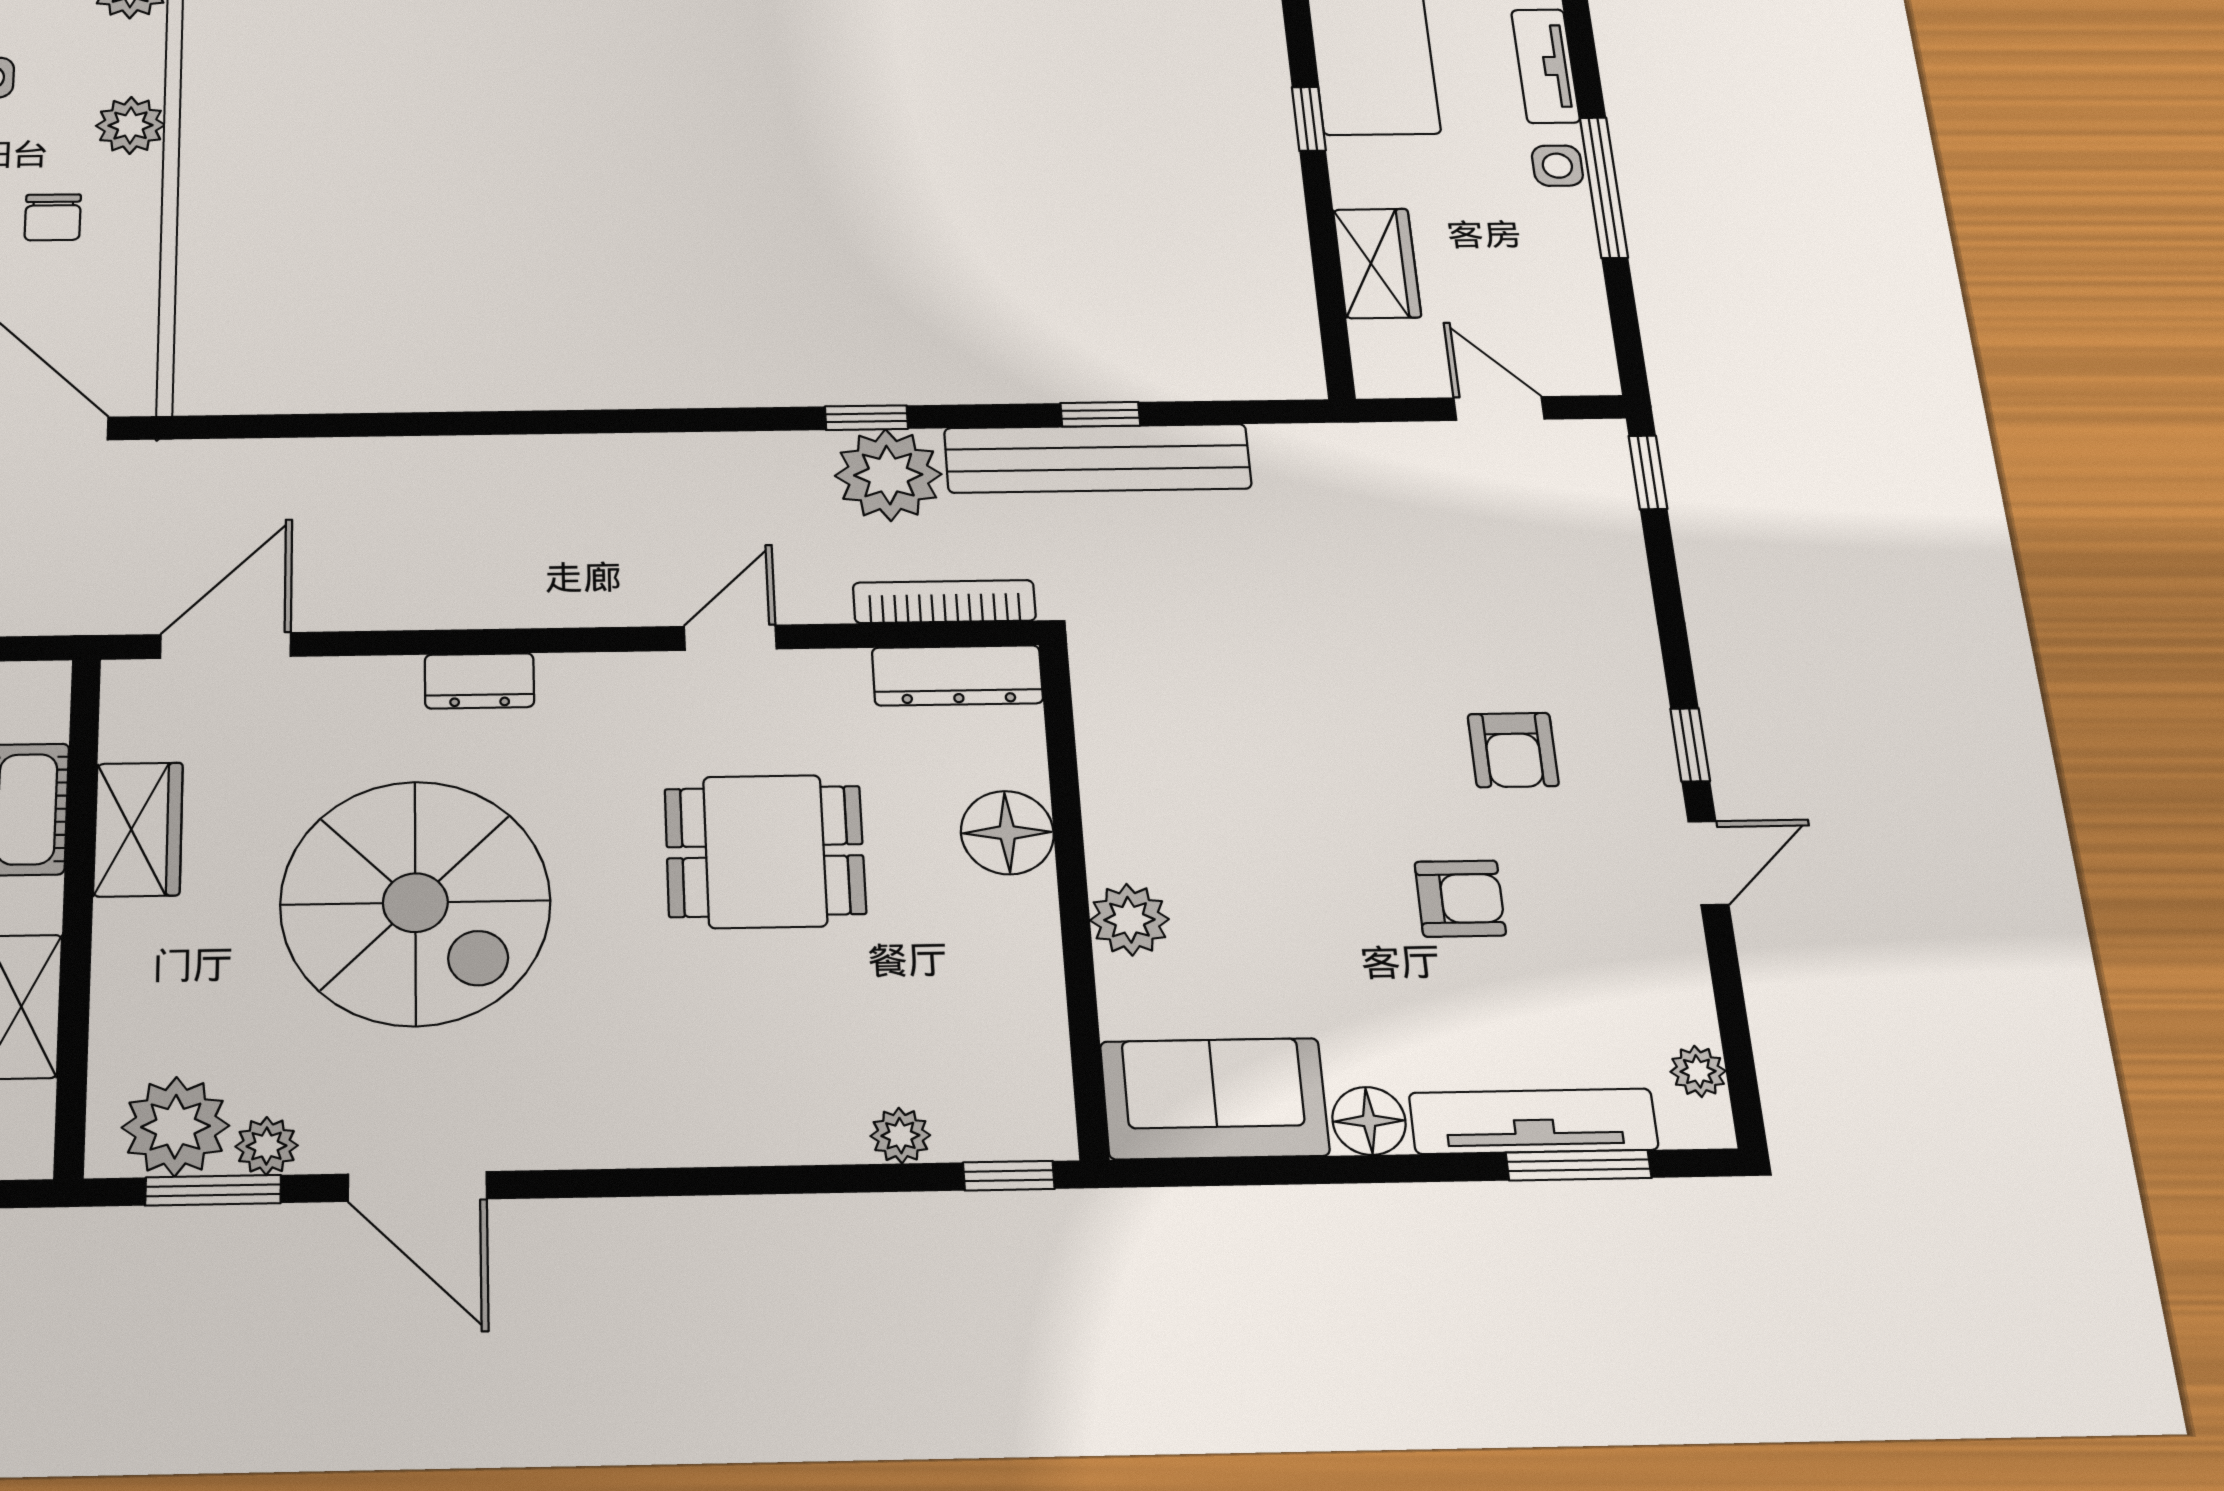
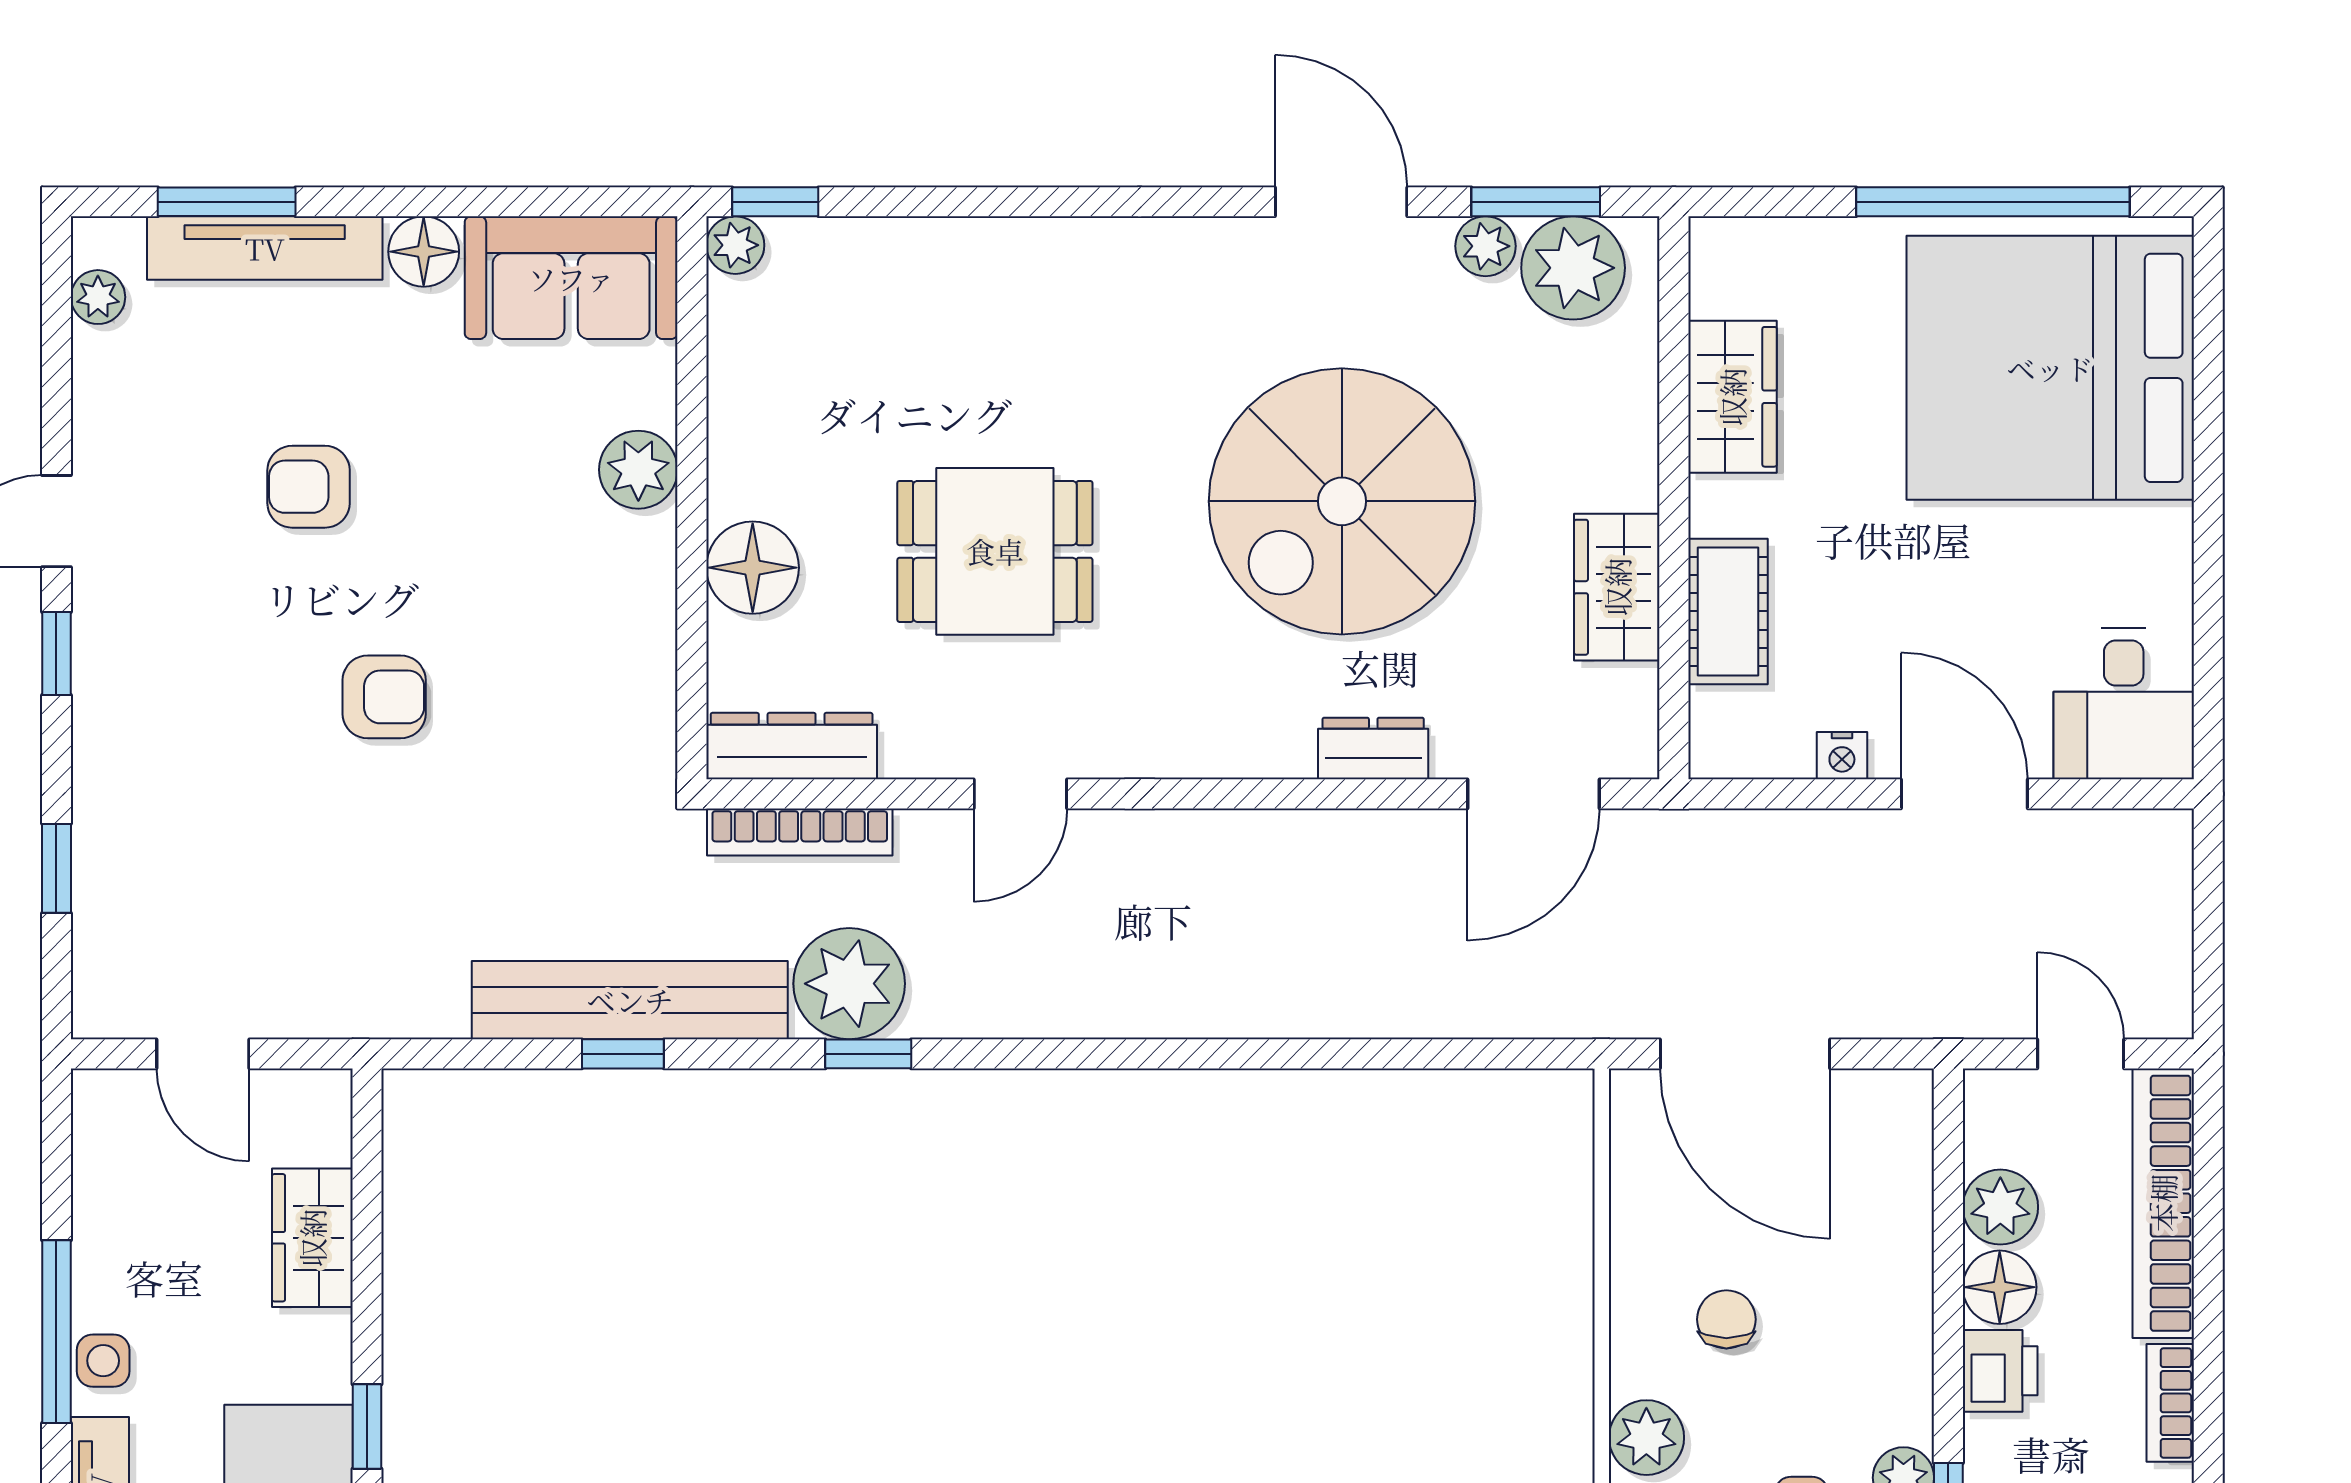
window: (1648, 472) -> (56, 868), moved
dresser: (479, 681) -> (1373, 749), moved
armchair: (1513, 750) -> (384, 697), moved, turned 90
spiral stairs: (415, 903) -> (1342, 501), turned -90
plant: (900, 1136) -> (735, 245), moved

